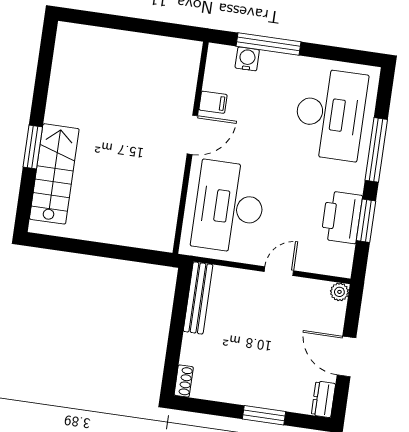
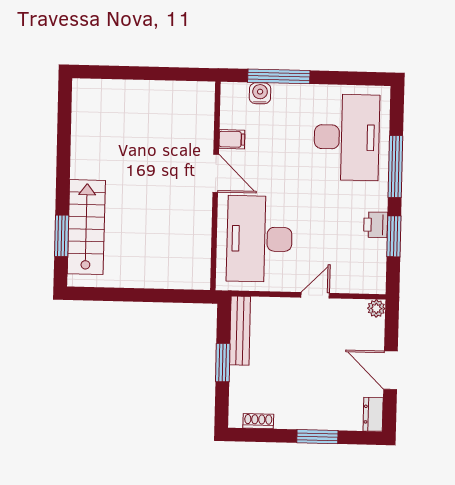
door: (192, 135) -> (216, 173), hinge flipped
window: (33, 147) -> (62, 236), moved
printer: (342, 217) -> (376, 225), width x0.53, depth x0.68
window: (177, 329) -> (223, 363), added
shoe rack: (184, 381) -> (258, 421), moved, turned -90

